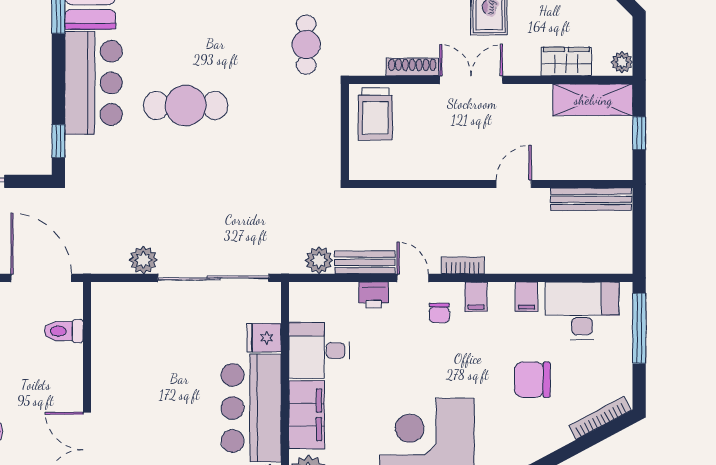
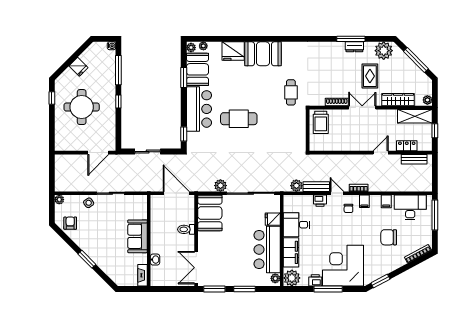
wardrobe: (566, 62) -> (398, 100), width x1.50
locker: (574, 168) -> (407, 146), added
bench: (591, 199) -> (414, 159), width x0.73
booth: (119, 324) -> (210, 213), added
toilet: (64, 331) -> (186, 229), moved

